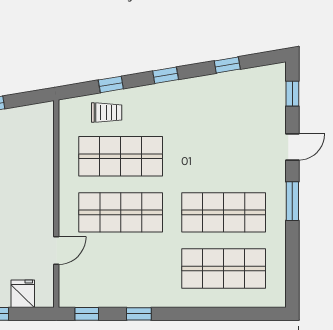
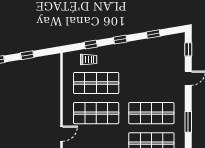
window: (292, 201) -> (188, 122), moved

